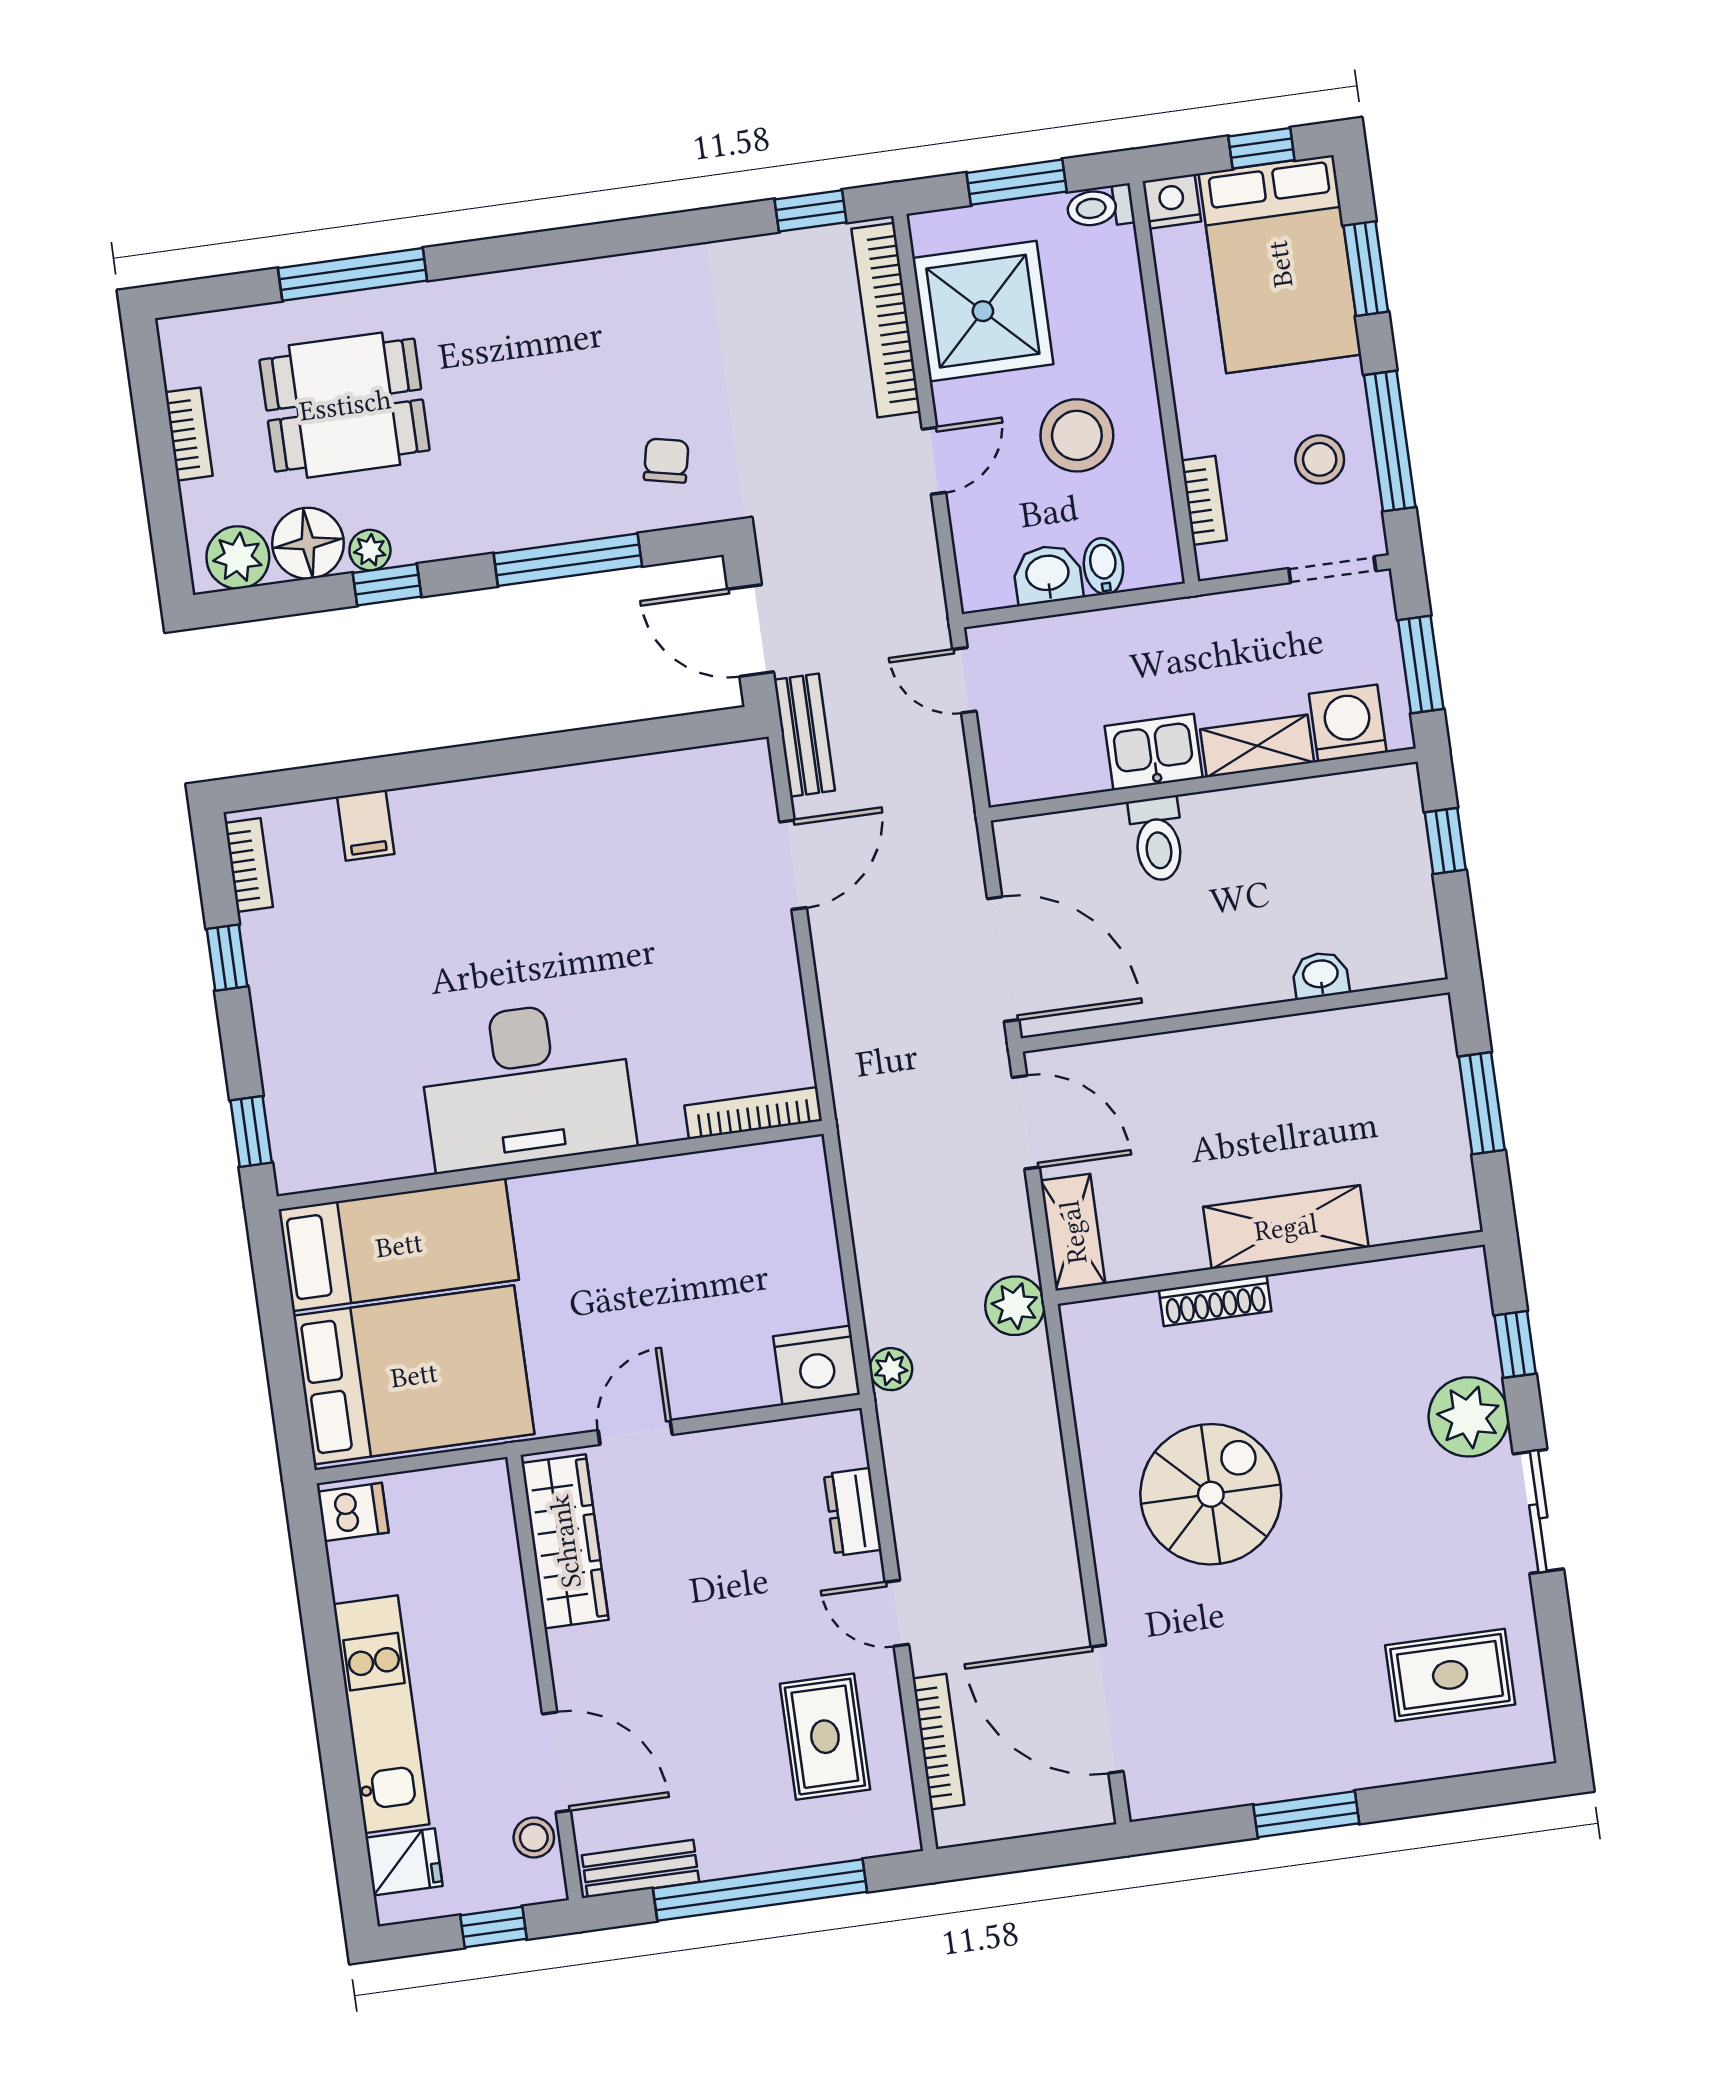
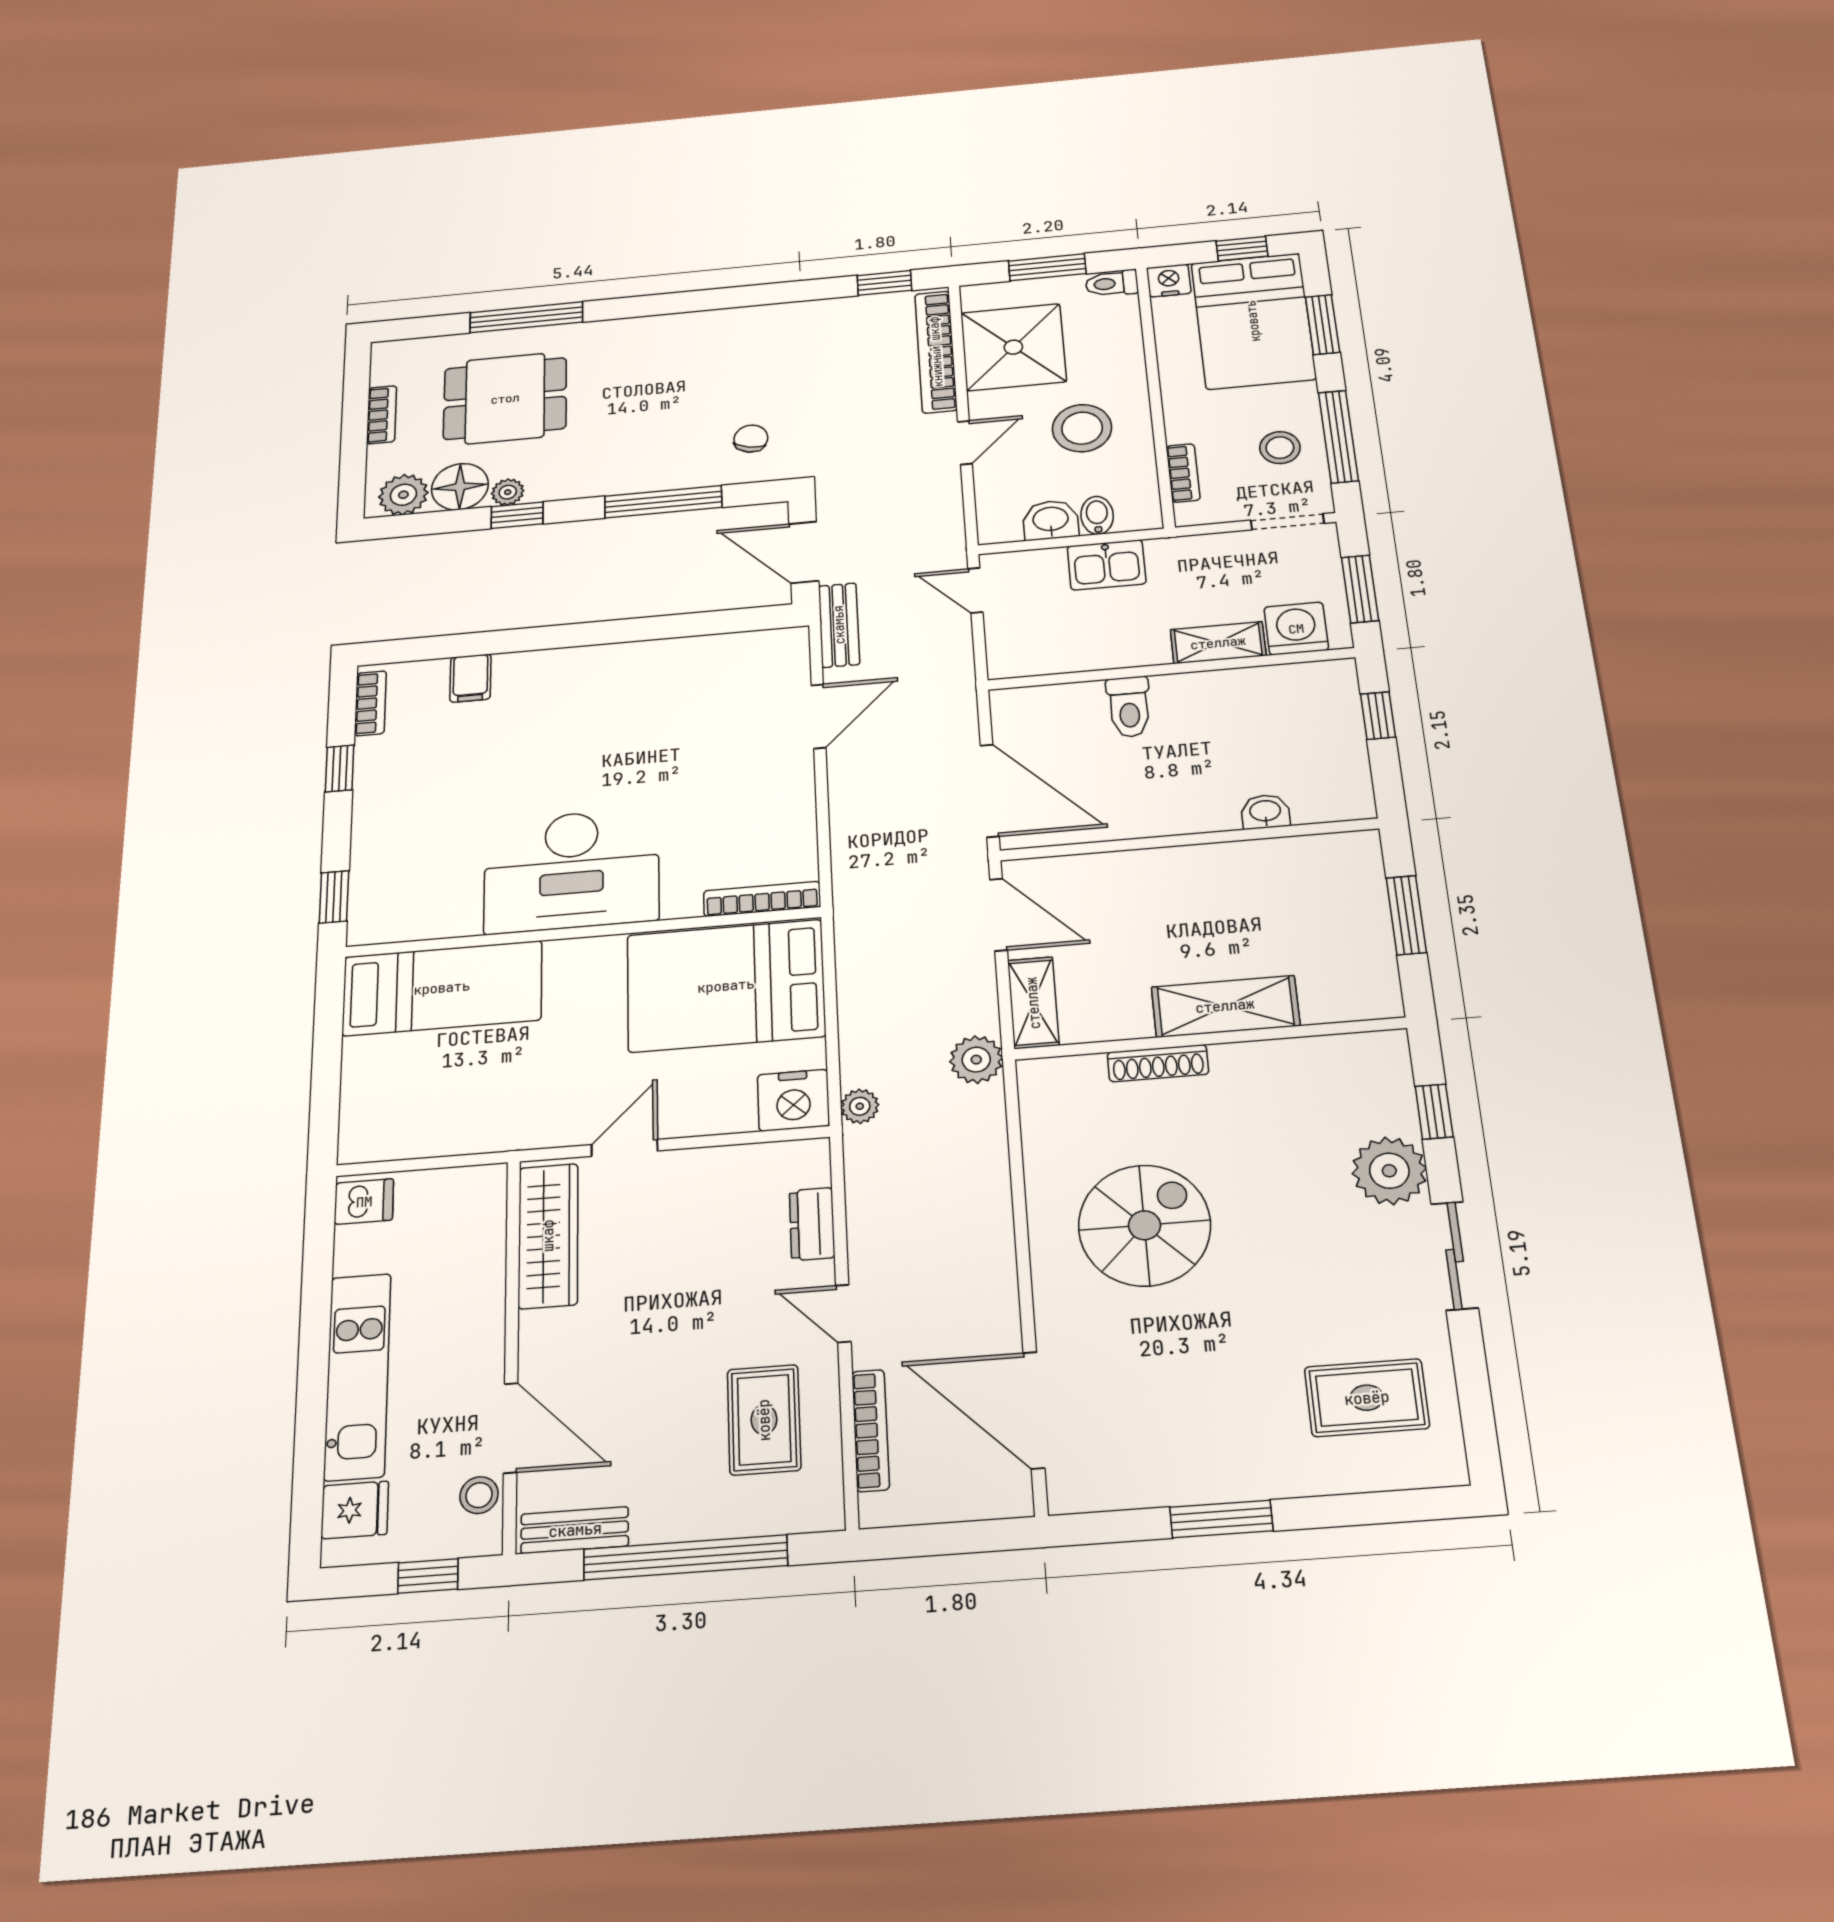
kitchen sink: (1154, 752) -> (1107, 565), moved, turned 180
bed: (414, 1375) -> (726, 986), moved, turned 180

